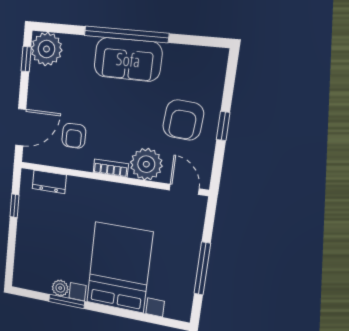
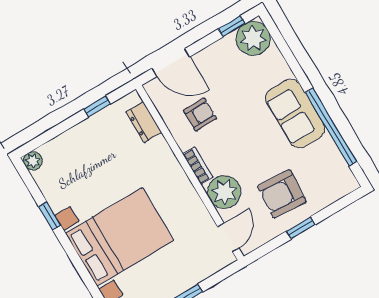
window: (126, 34) -> (331, 127), moved
armchair: (74, 136) -> (200, 114), turned 180
plant: (60, 288) -> (33, 161), moved
window: (67, 301) -> (50, 216), width x0.67

